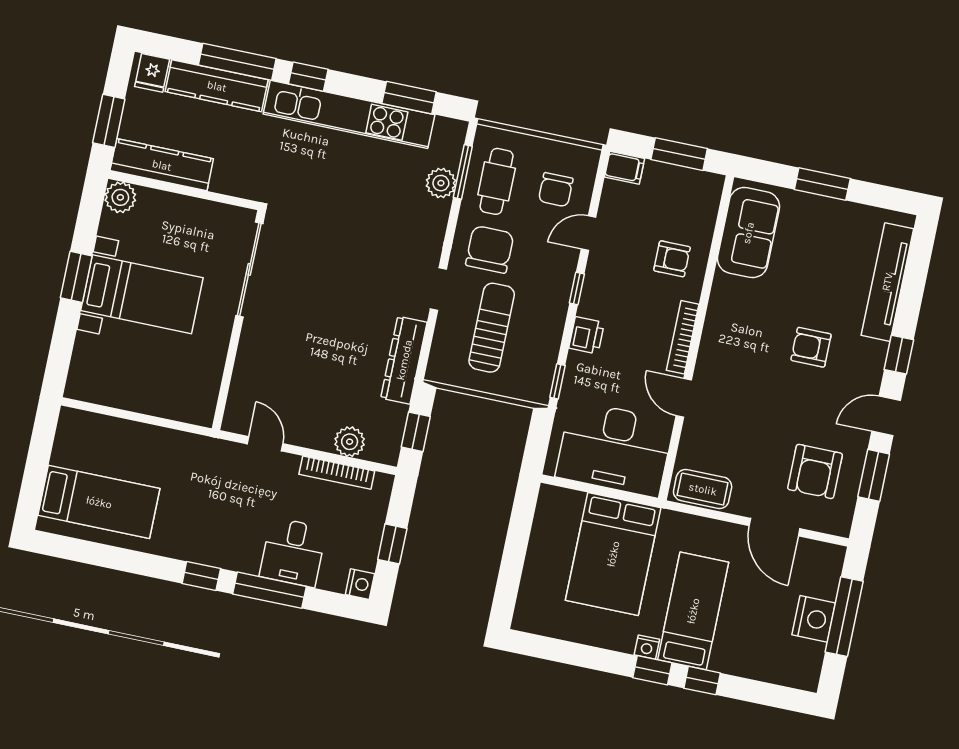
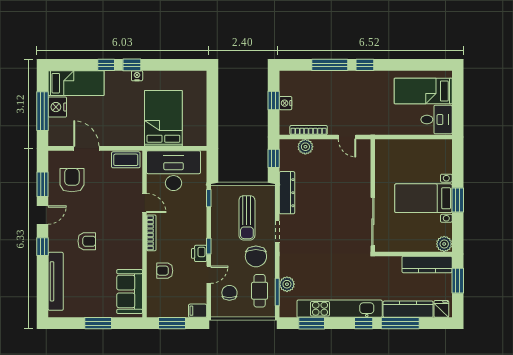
printer: (587, 335) -> (199, 253), moved
desk: (293, 552) -> (437, 120), moved, turned 90
nightstand: (360, 584) -> (286, 103), moved
bed: (693, 611) -> (76, 83), moved, turned -90

